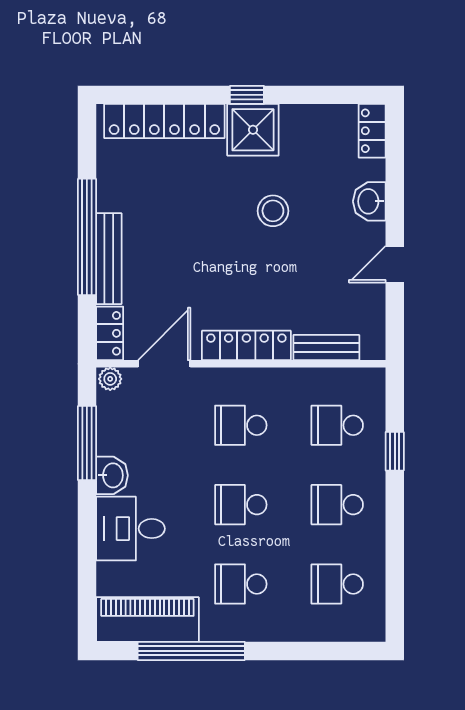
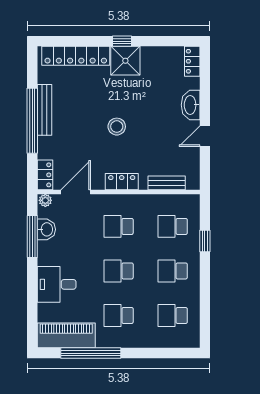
washbasin: (369, 201) -> (191, 105), width x1.38
stool: (273, 211) -> (117, 127), moved
bench: (109, 259) -> (45, 110), moved
locker: (246, 345) -> (122, 182), width x0.66
washbasin: (112, 475) -> (46, 229), moved

